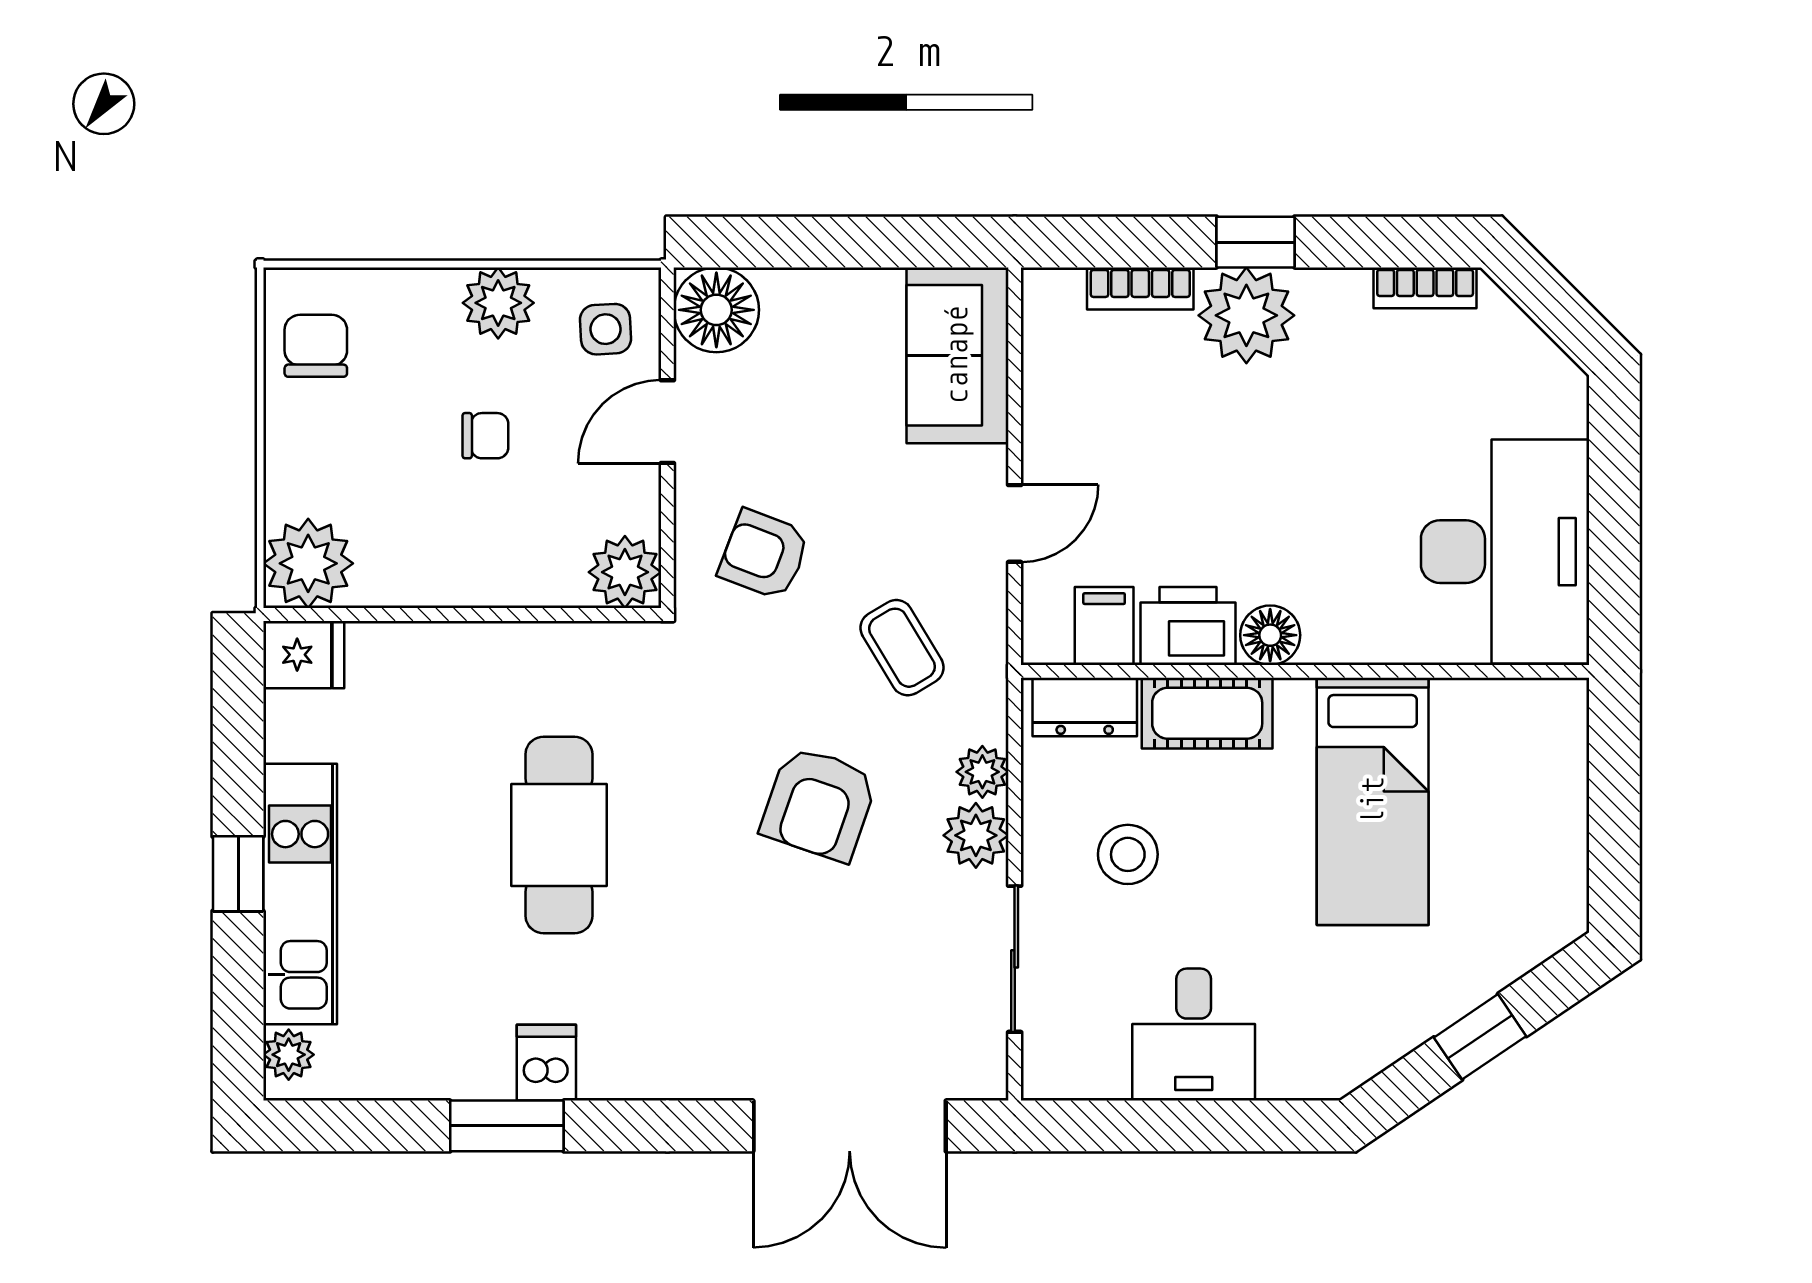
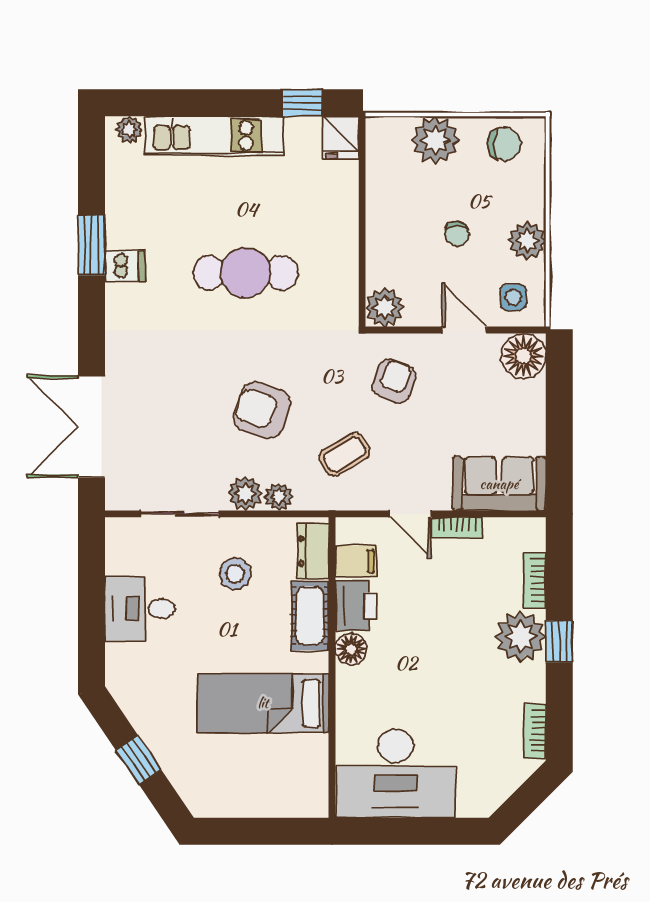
bookcase: (1040, 436) -> (457, 527), added
plant: (308, 563) -> (435, 140), moved
window: (238, 874) -> (302, 103), moved

